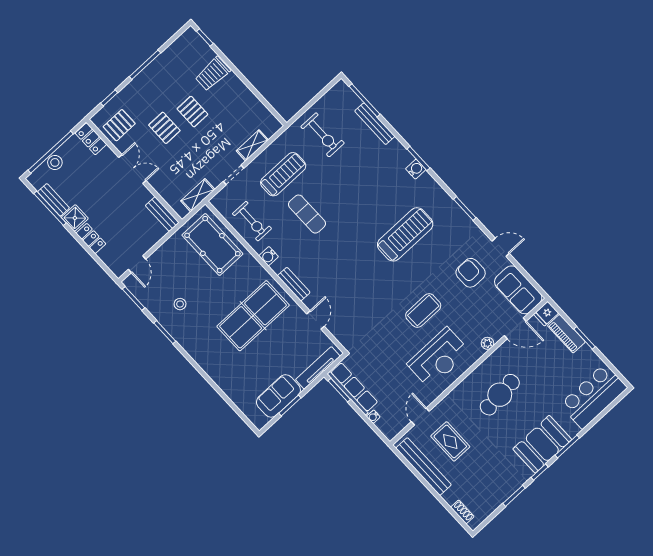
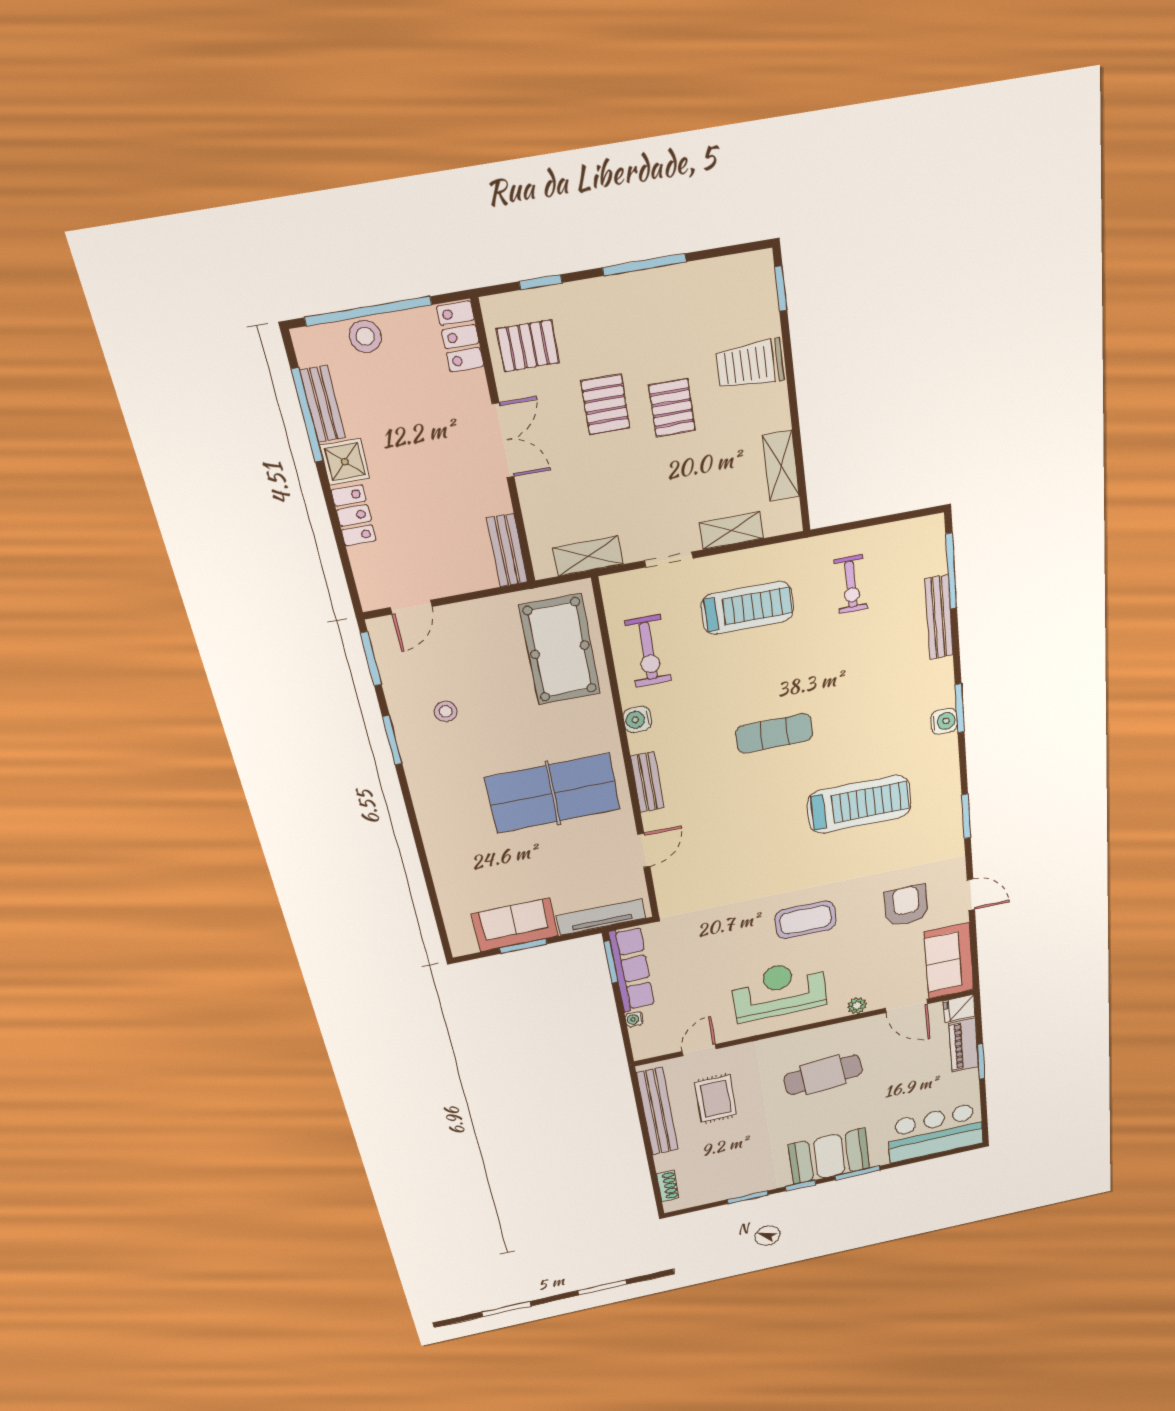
shelving: (255, 105) -> (781, 466), added
exercise bike: (323, 135) -> (851, 584), width x0.73, depth x0.72
exercise mat: (307, 214) -> (774, 733), moved, turned 90
reception desk: (438, 358) -> (779, 990), turned 180

